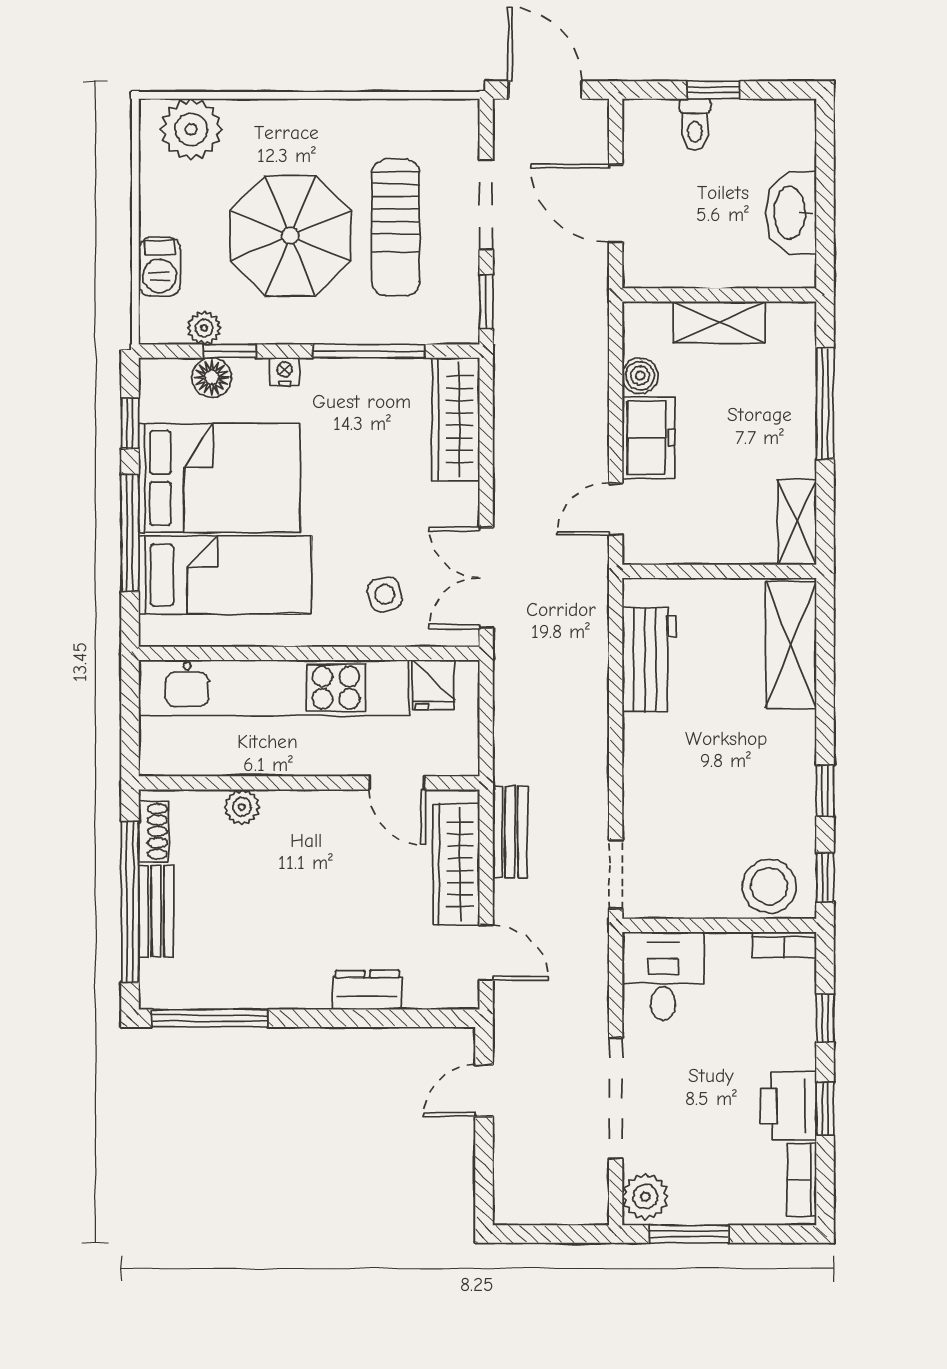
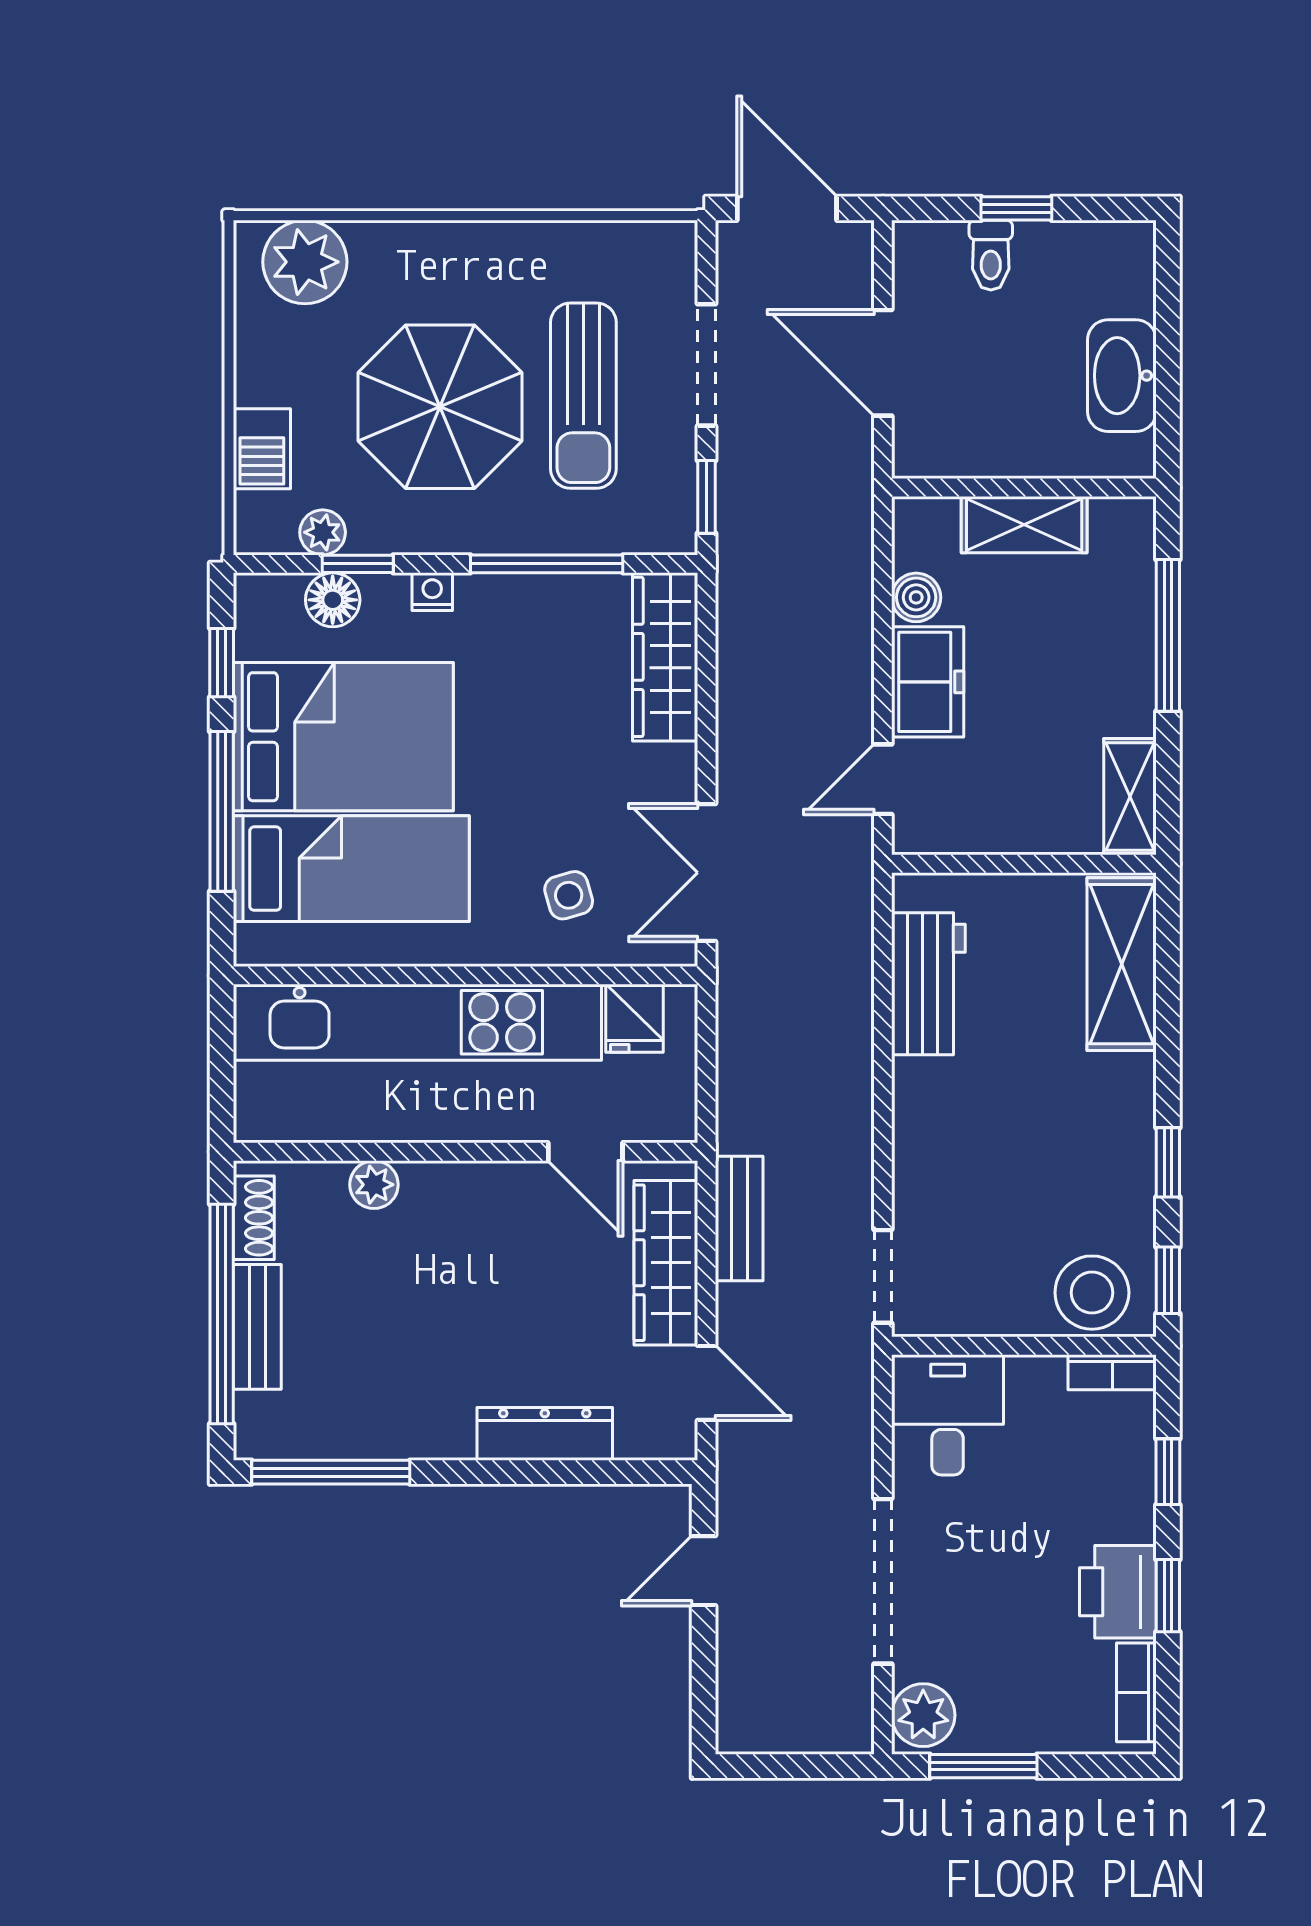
dresser: (367, 990) -> (545, 1434), width x1.44

